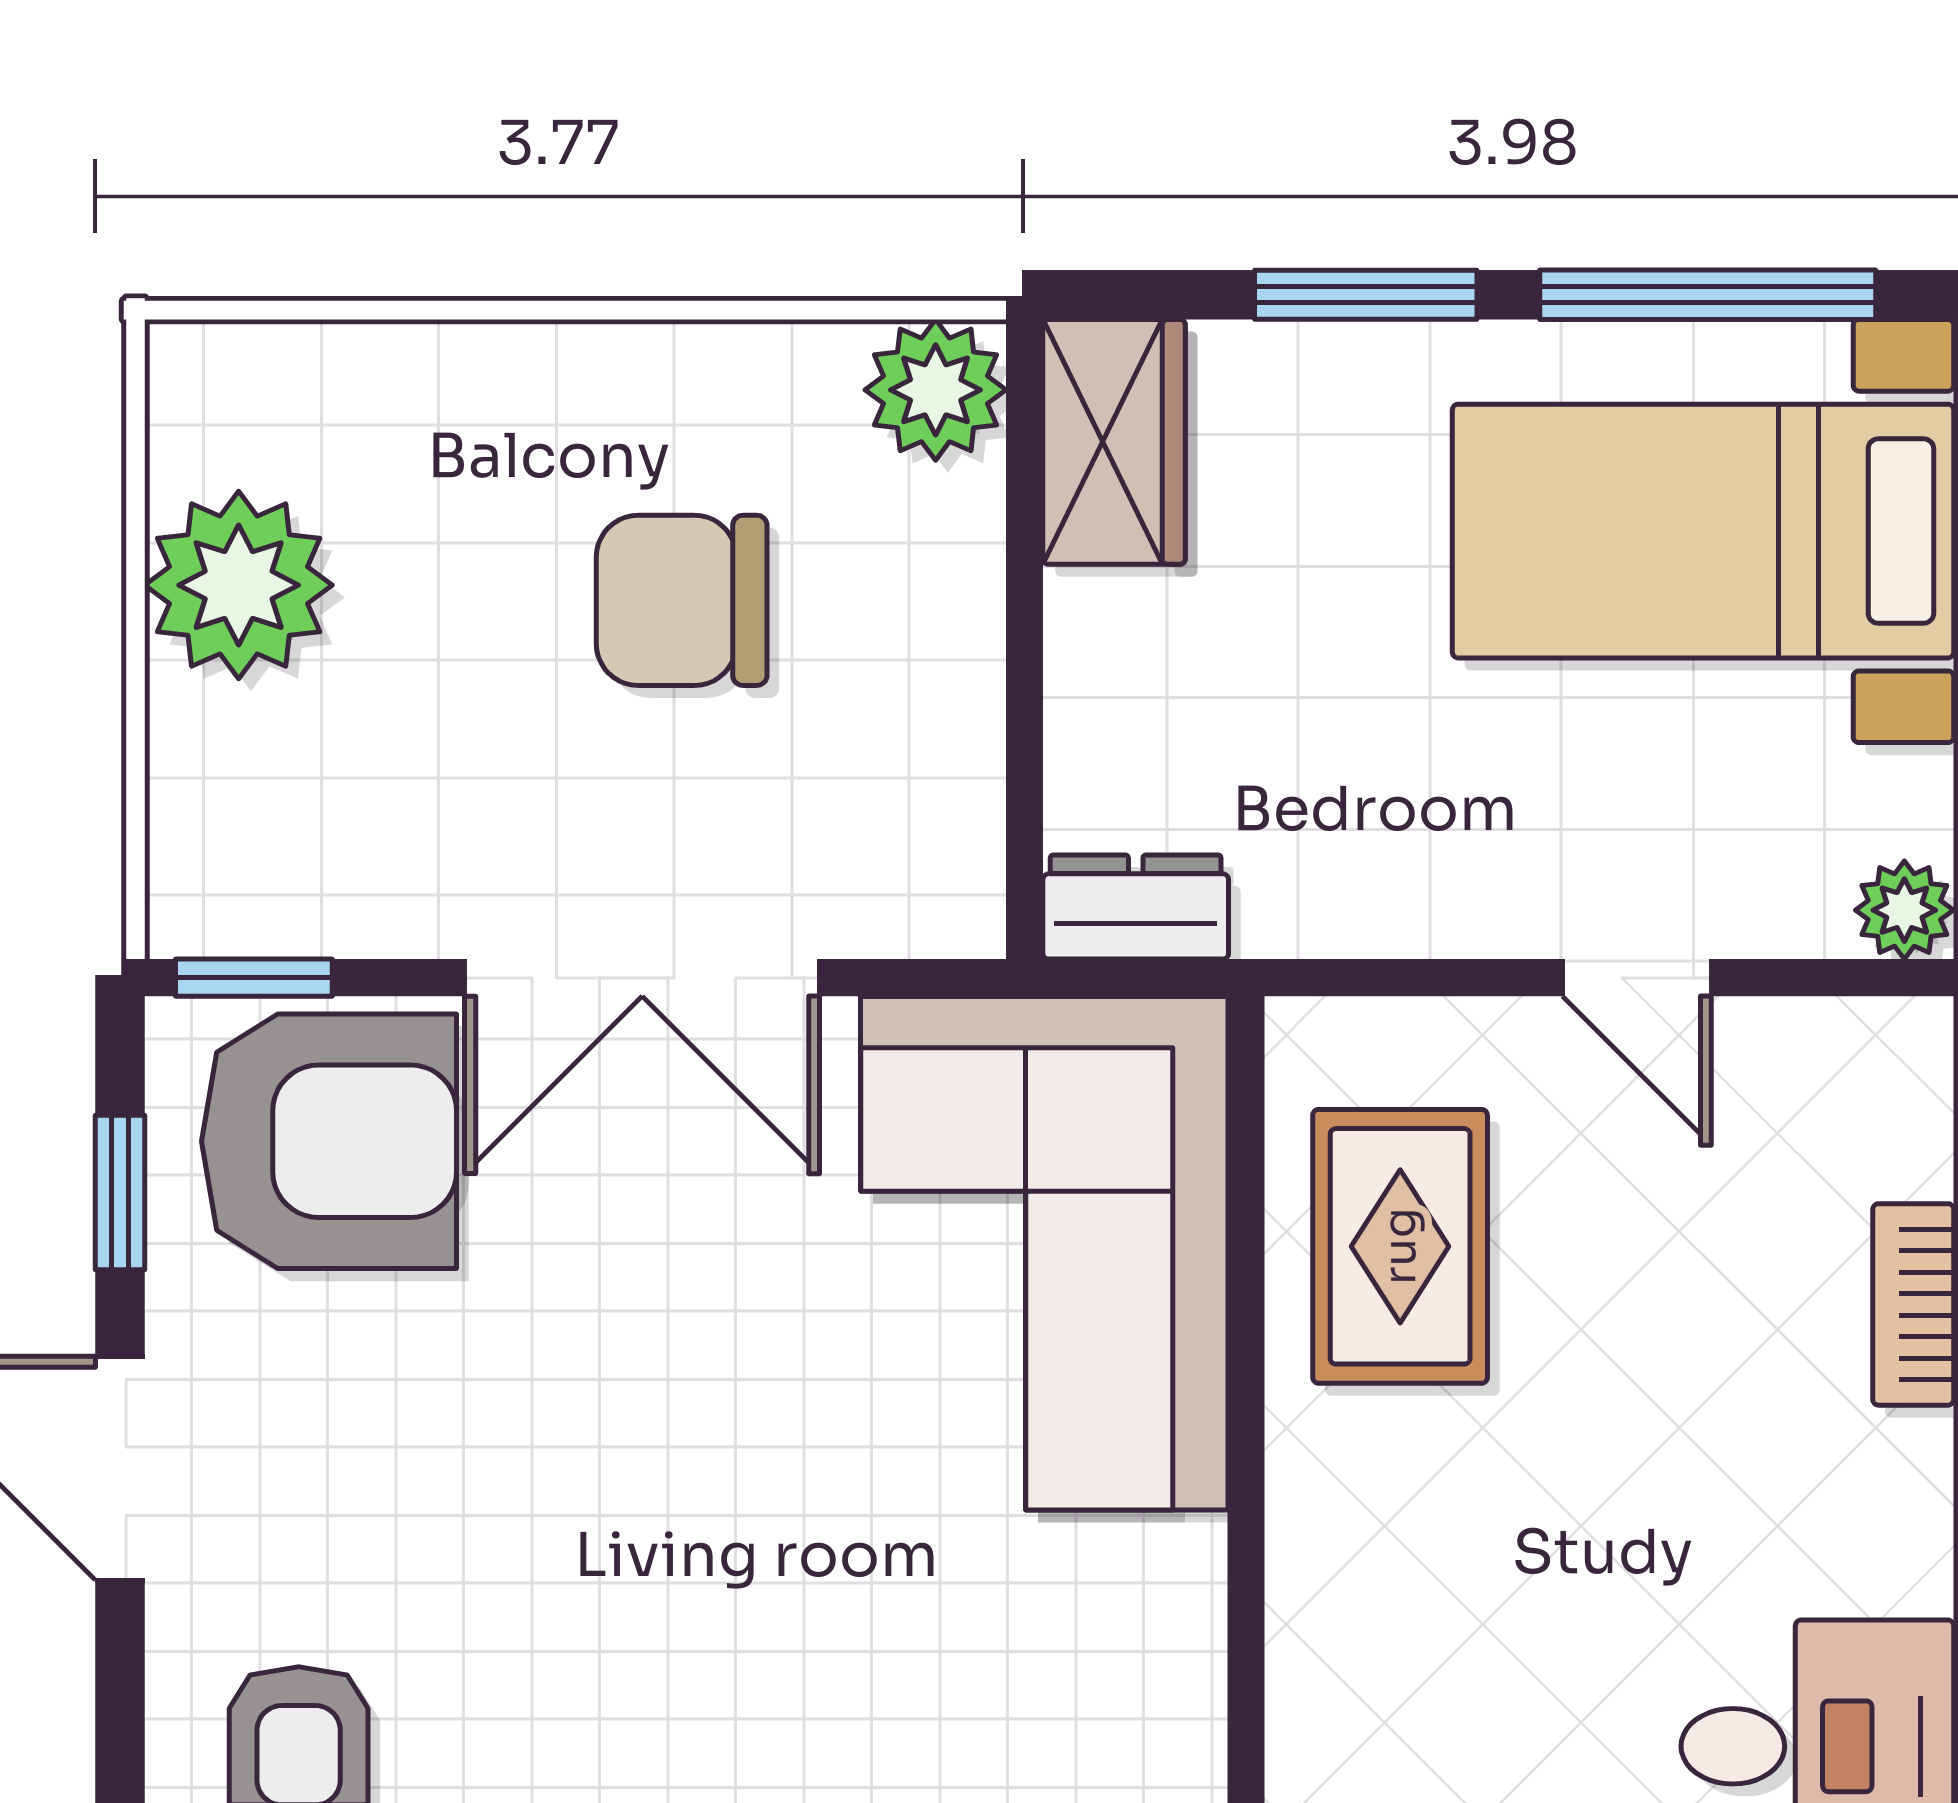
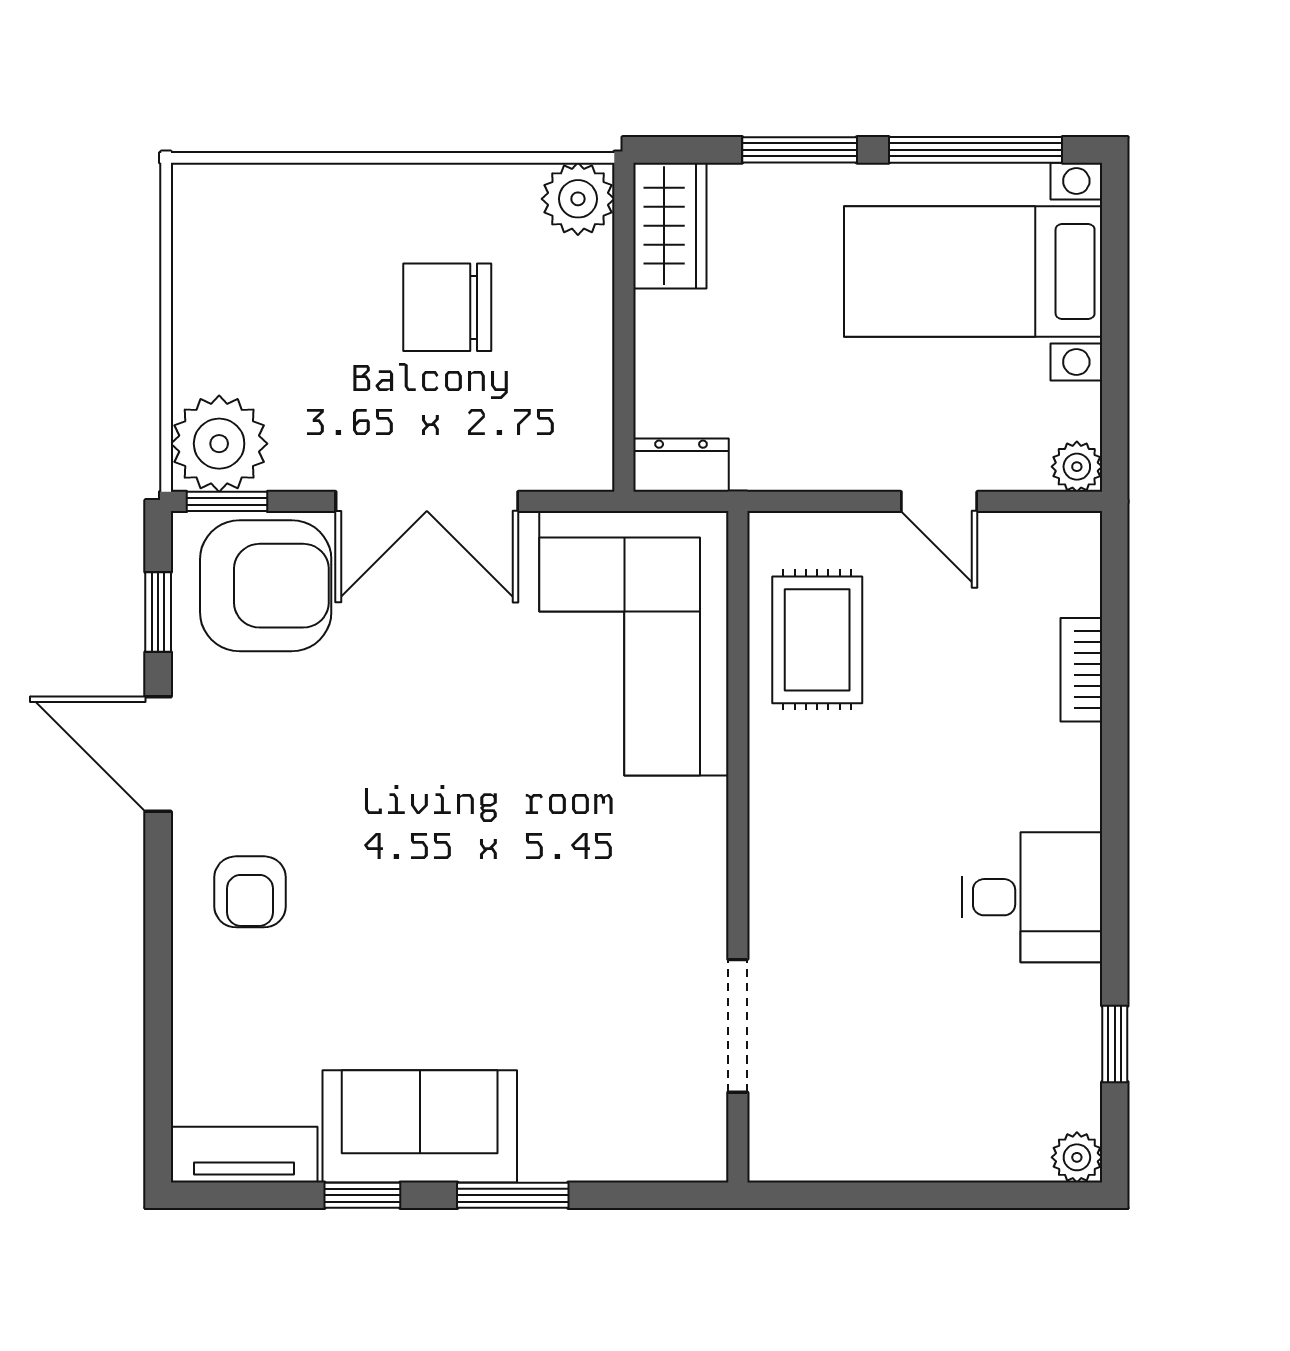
plant: (239, 585) -> (219, 444), moved

